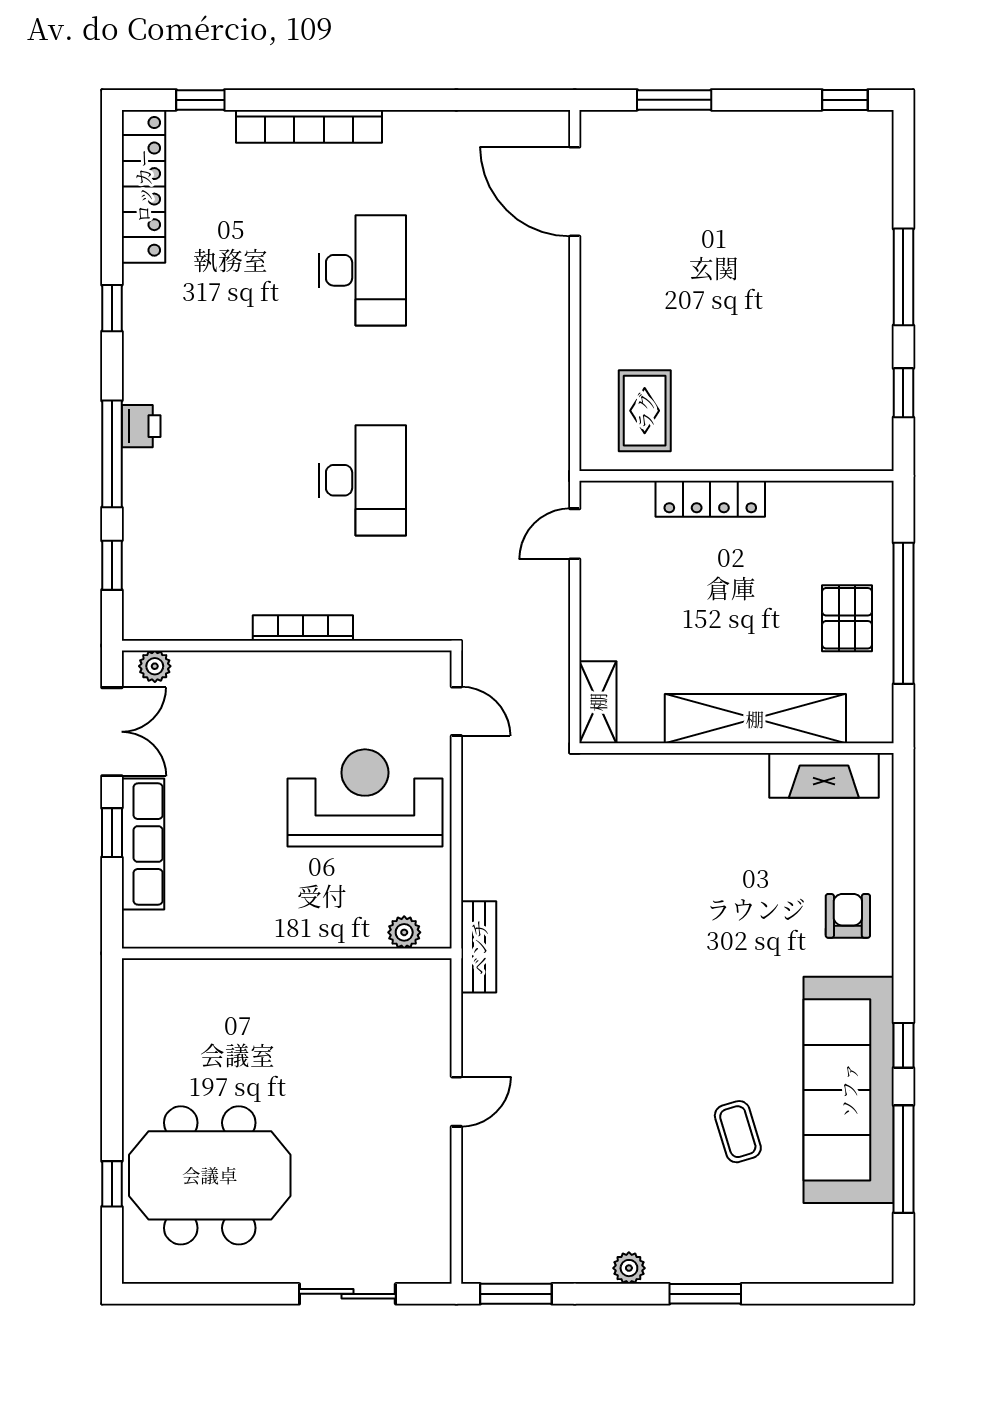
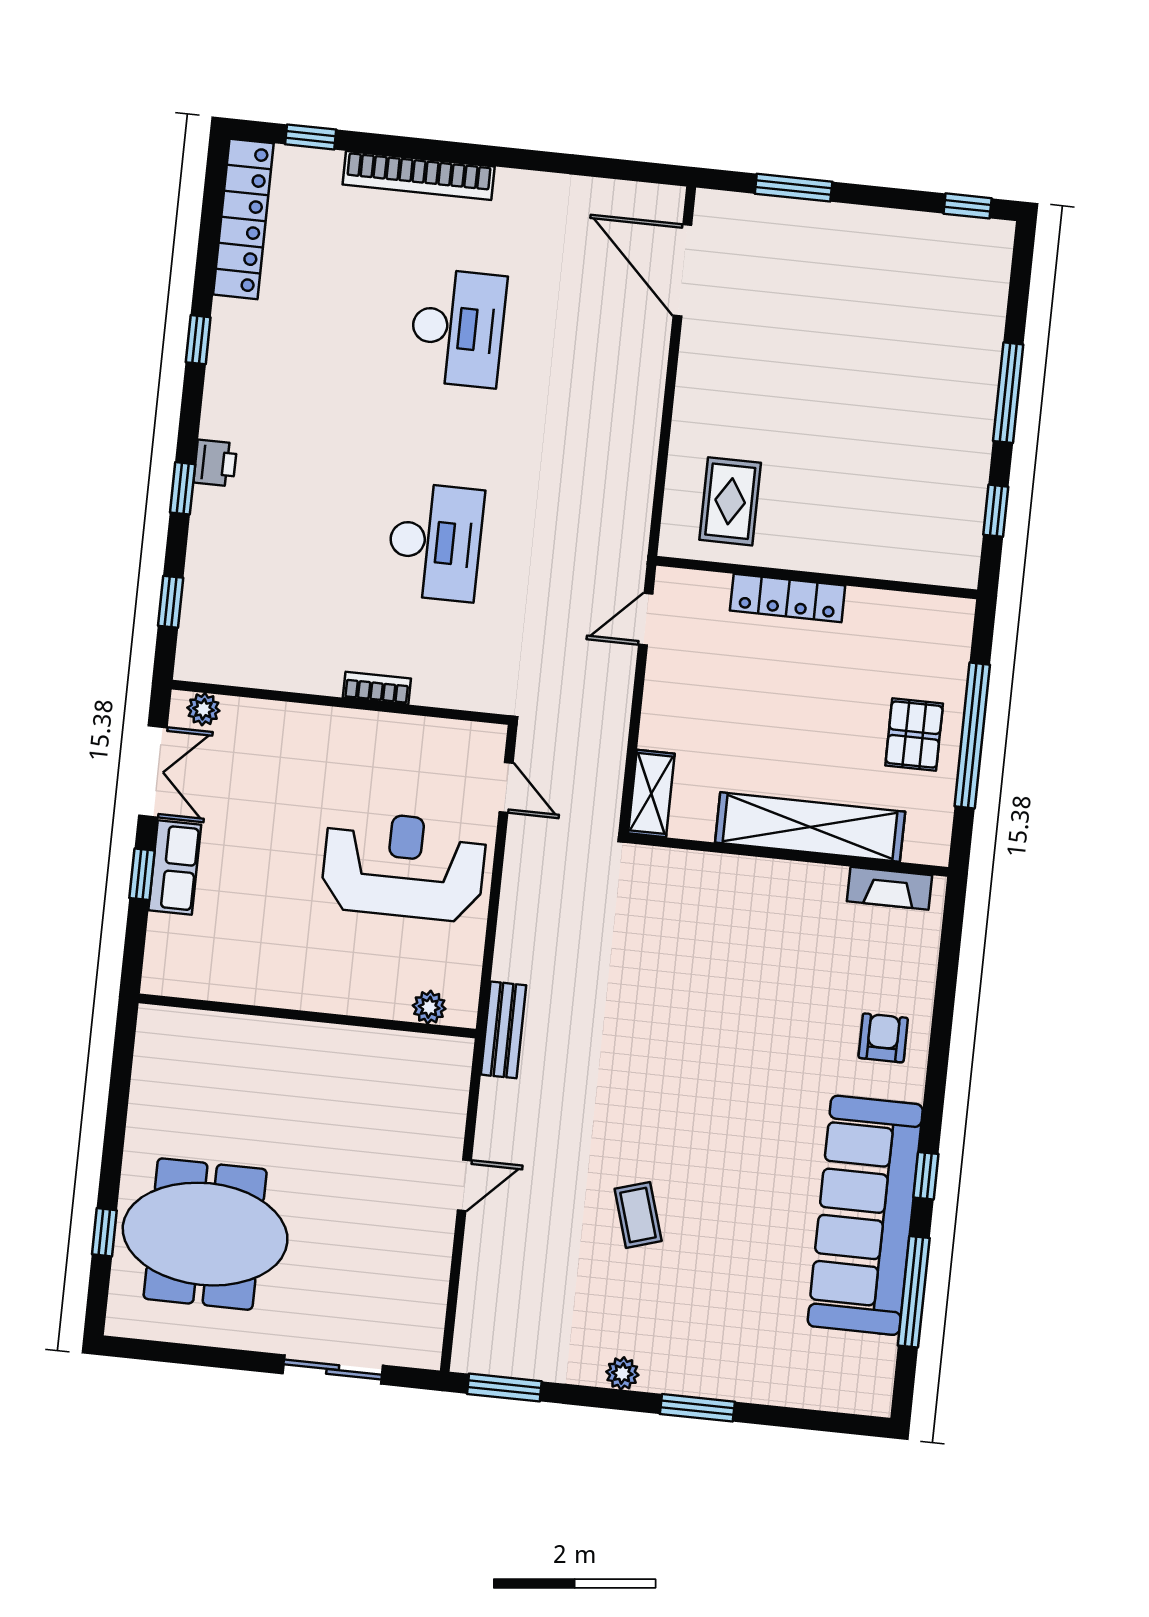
window: (112, 454) -> (183, 488), width x0.46
bookcase: (303, 628) -> (377, 688), width x0.64
fireplace: (824, 775) -> (889, 888), width x0.73, depth x0.76
row of seats: (143, 844) -> (175, 868), width x0.68
coffee table: (738, 1132) -> (638, 1215), moved

